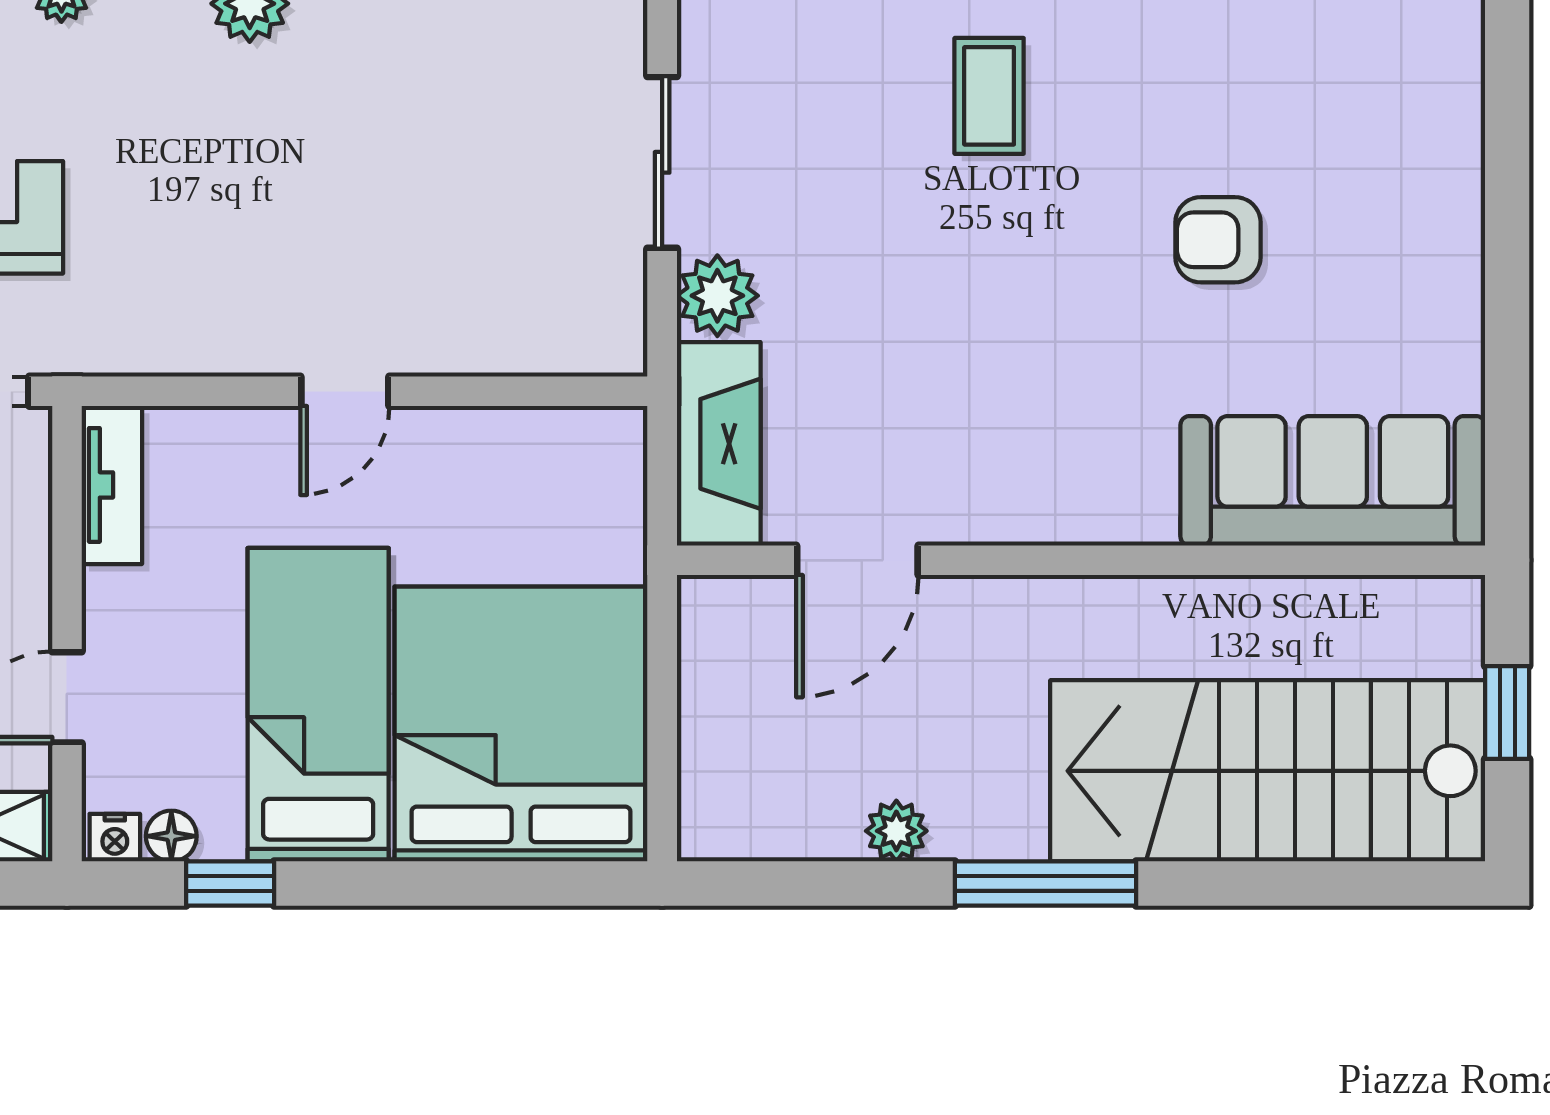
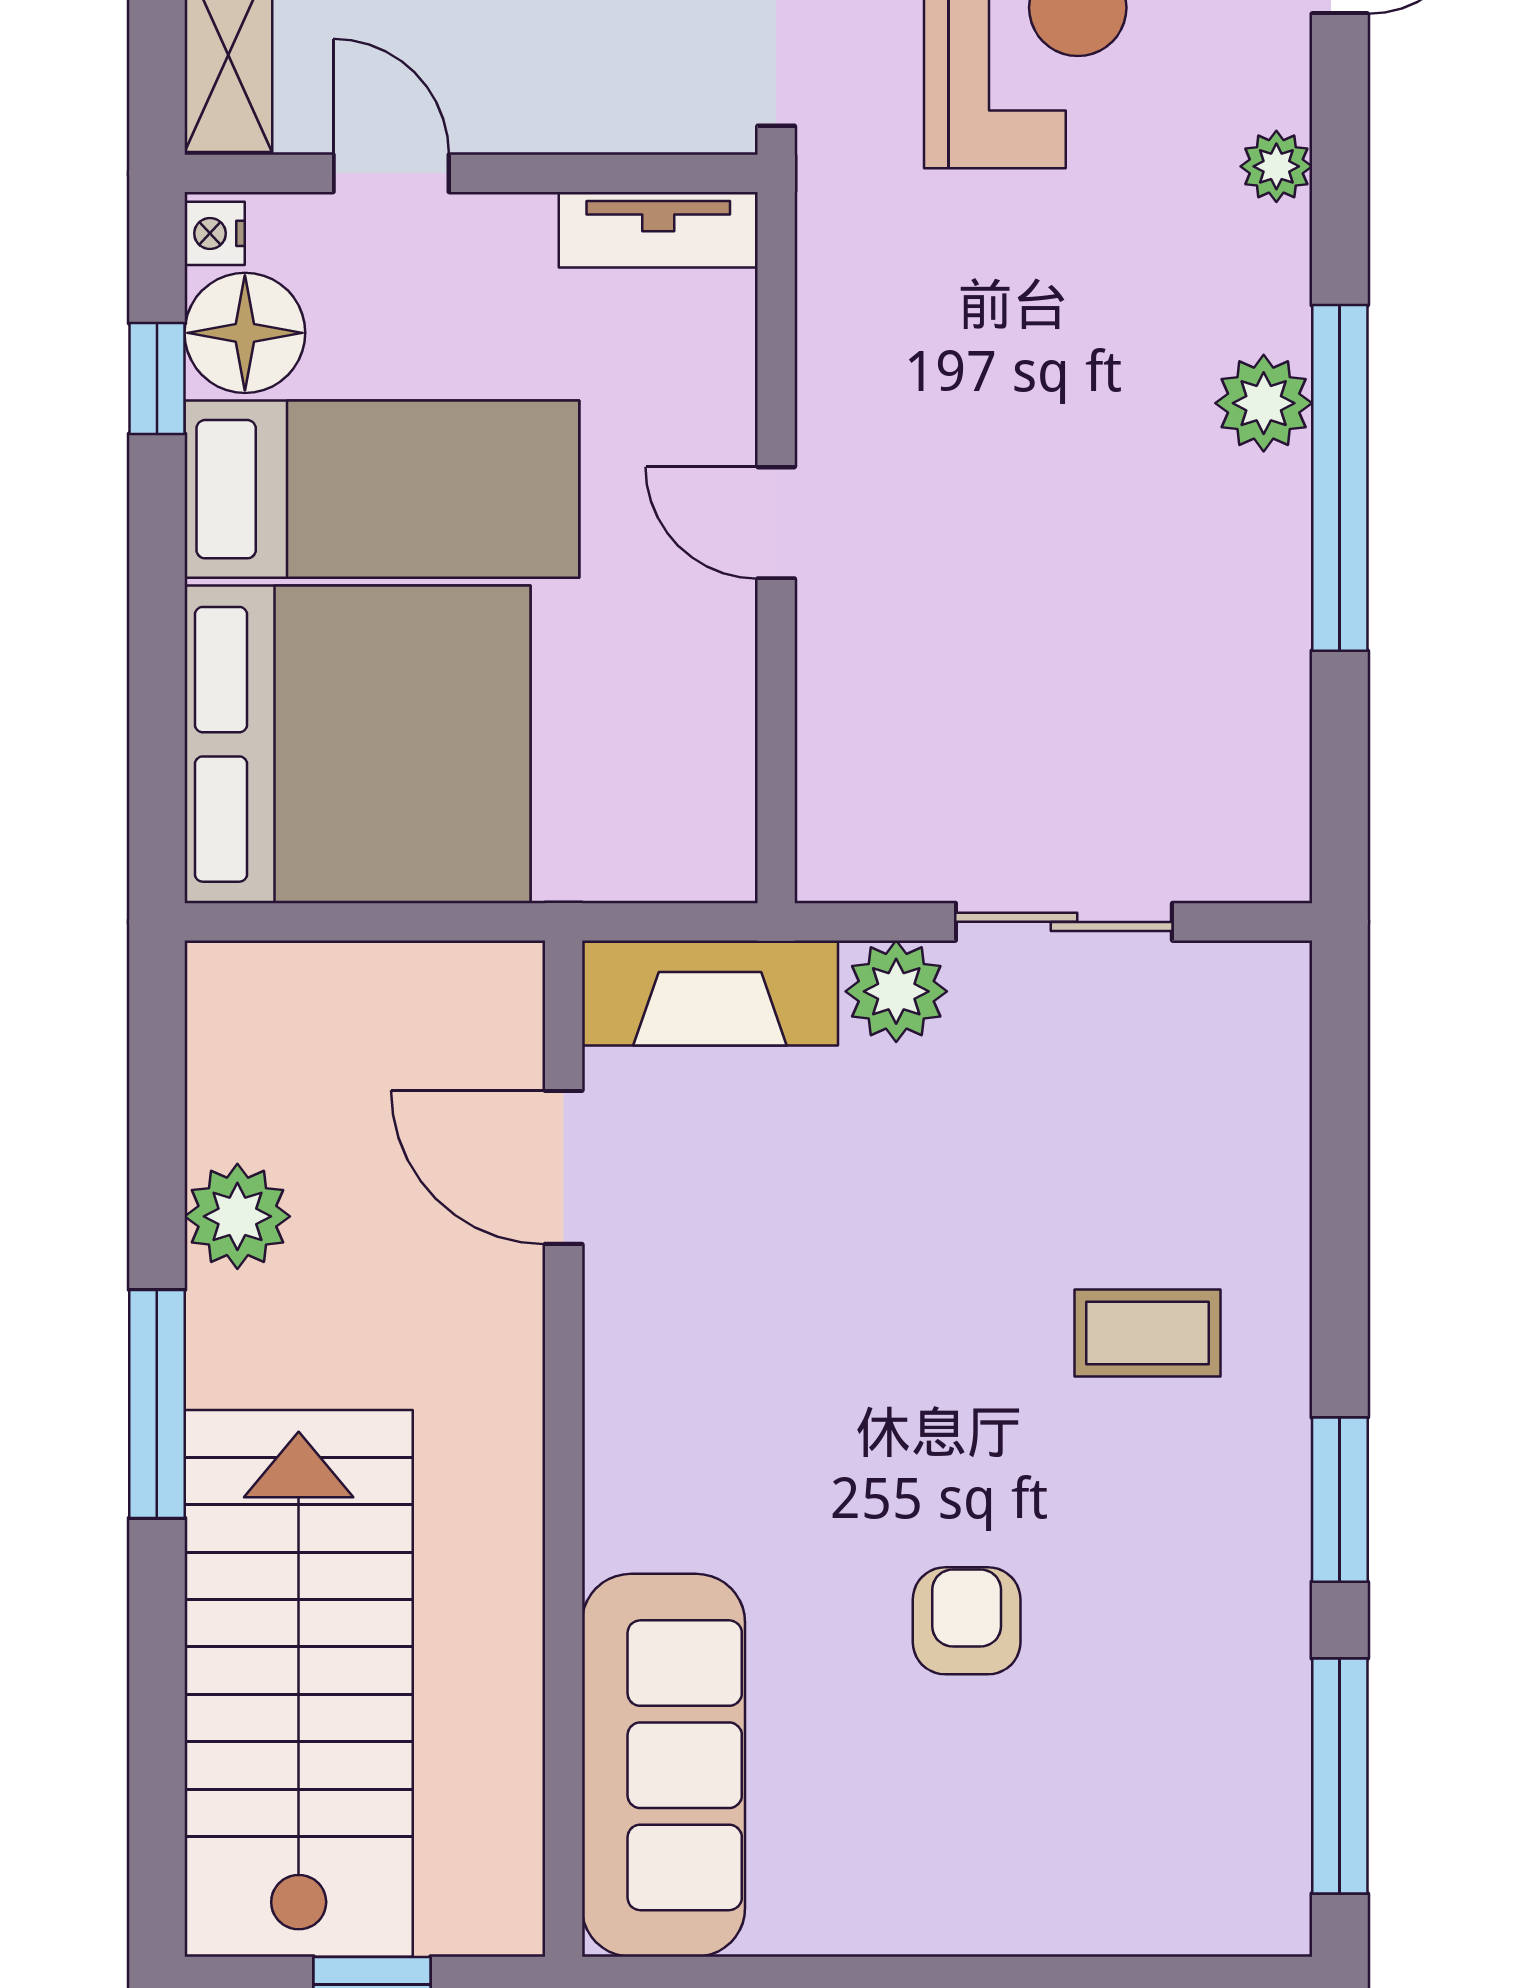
plant: (896, 831) -> (237, 1216), width x1.38, depth x1.38
floor lamp: (171, 836) -> (245, 333), width x1.89, depth x1.89

